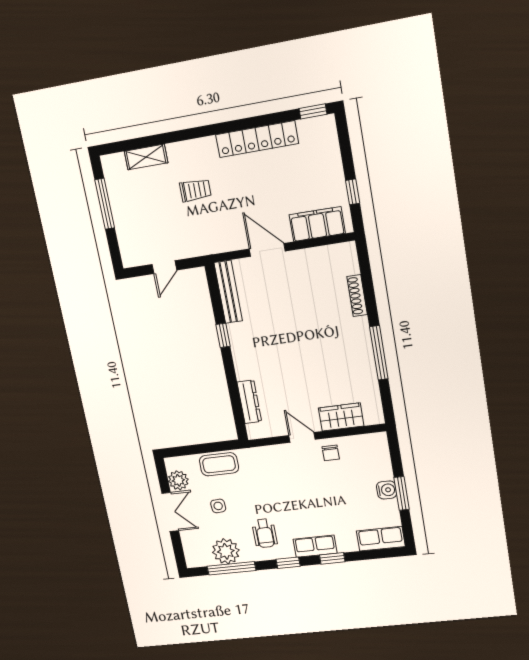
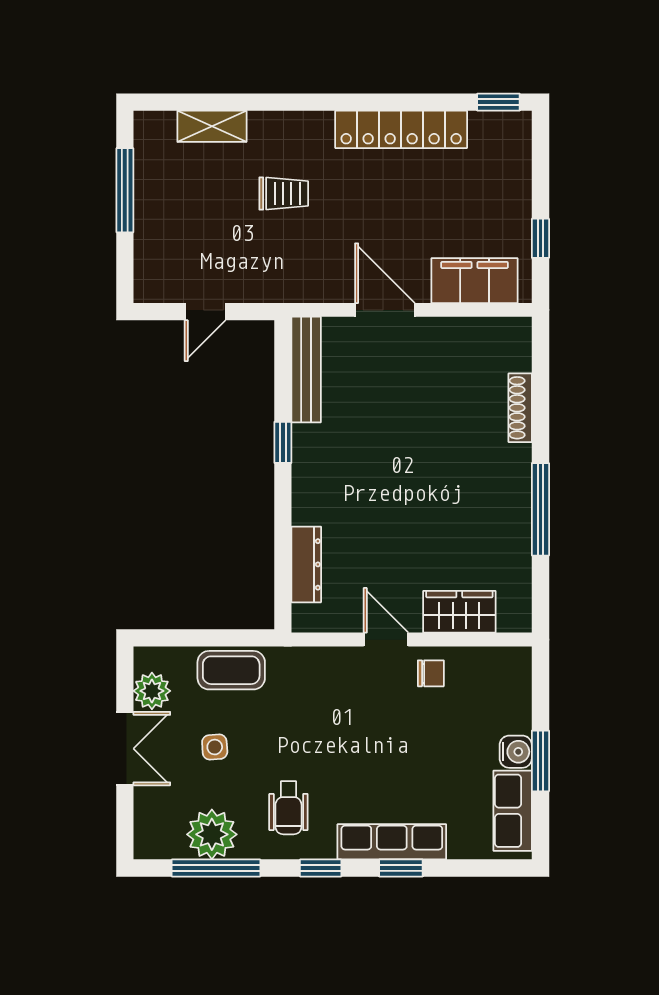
chair: (331, 453) -> (431, 673), turned -90
row of seats: (381, 539) -> (513, 811), moved, turned -90
row of seats: (315, 546) -> (392, 842), width x1.48

